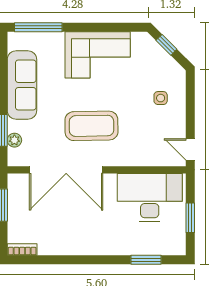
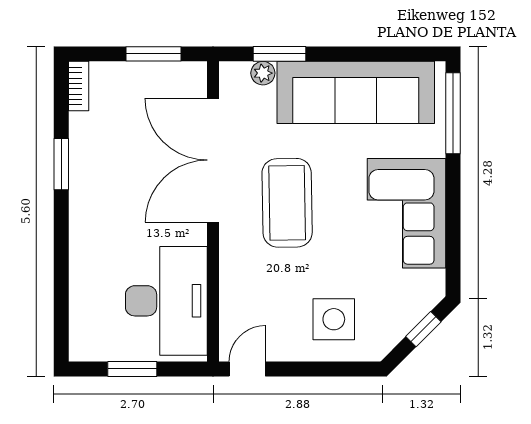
sofa: (22, 85) -> (356, 92), width x1.36, depth x1.27
side table: (161, 98) -> (334, 319), width x1.87, depth x1.87
window: (146, 260) -> (61, 164), moved

